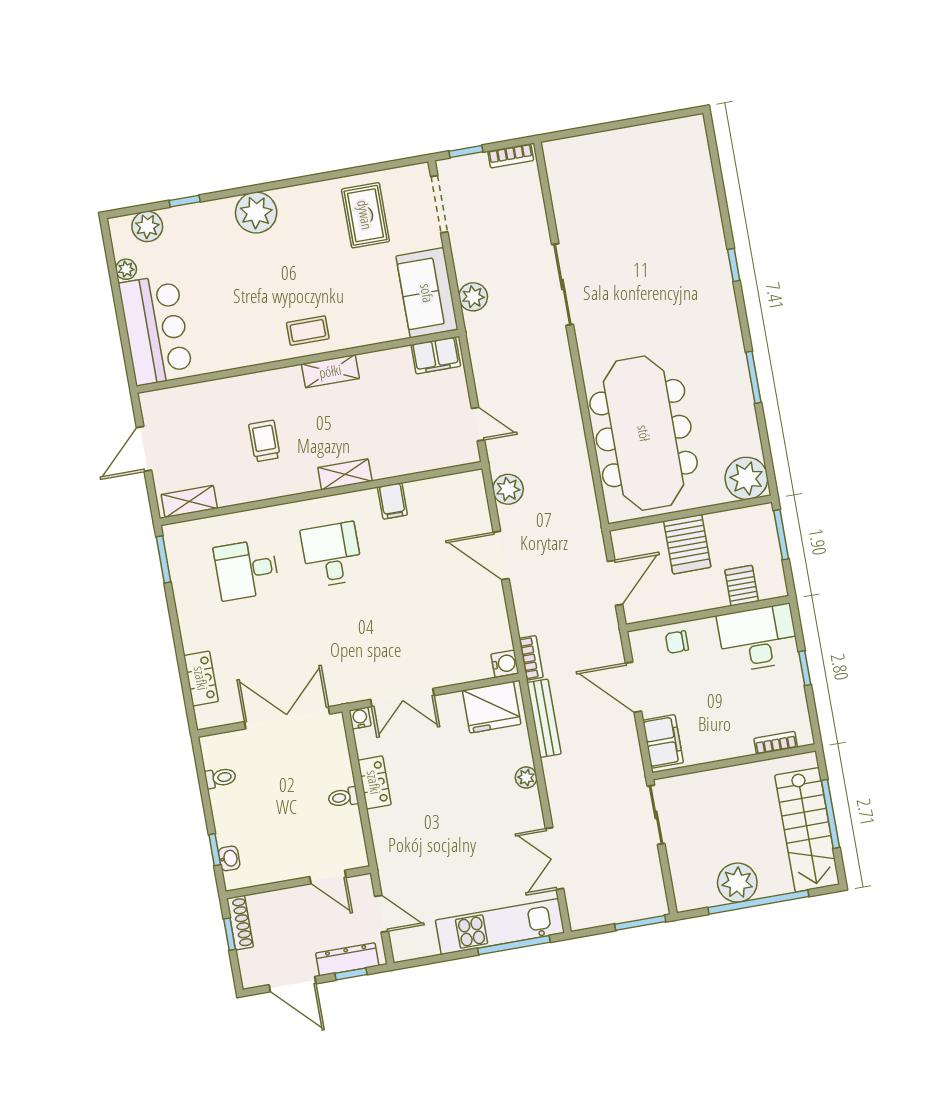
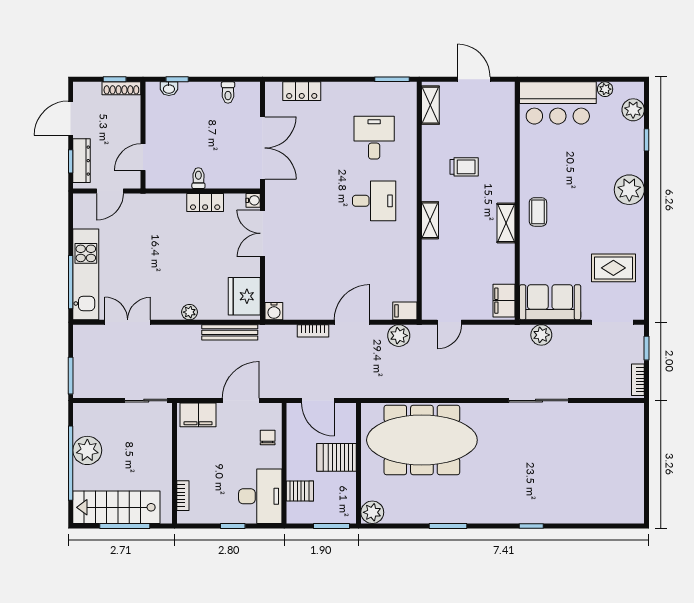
plant: (746, 478) -> (372, 512), width x0.73, depth x0.73
filing cabinet: (392, 501) -> (405, 311), moved
bookcase: (531, 658) -> (313, 331), moved

